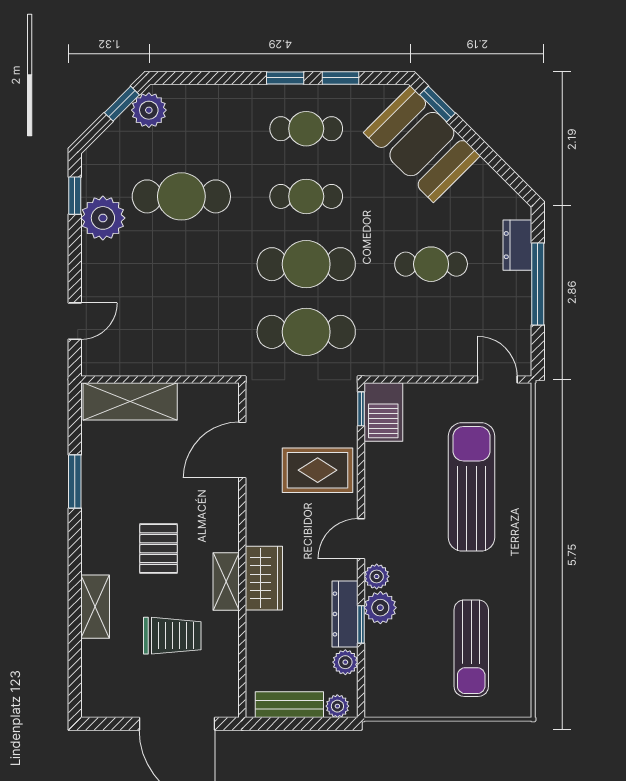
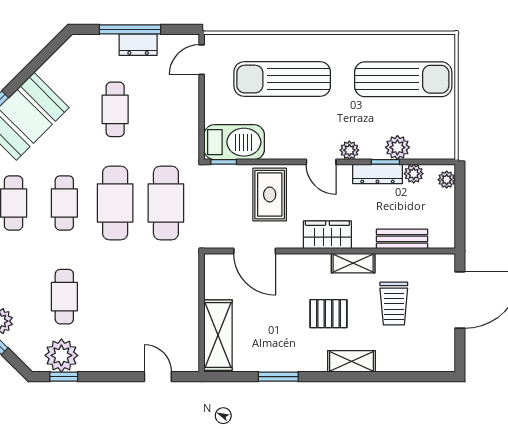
cafe table: (181, 196) -> (64, 297), width x0.73, depth x0.74
plant: (103, 218) -> (61, 355), moved
dresser: (517, 245) -> (138, 45), moved
barbecue: (383, 412) -> (234, 142), width x1.37, depth x1.21
wardrobe: (264, 578) -> (327, 235), moved
shelving: (95, 607) -> (351, 361), moved
plant: (380, 608) -> (397, 147), moved
trolley: (172, 636) -> (394, 304), turned 180
sun lounger: (471, 648) -> (403, 79), width x1.36, depth x1.34
bench: (289, 705) -> (402, 239), moved, turned 90

